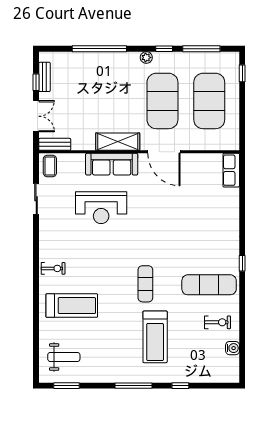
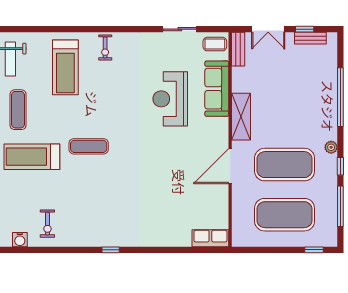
sofa: (112, 164) -> (217, 89), moved
exercise mat: (209, 285) -> (18, 110), moved, width x0.73, depth x0.69

